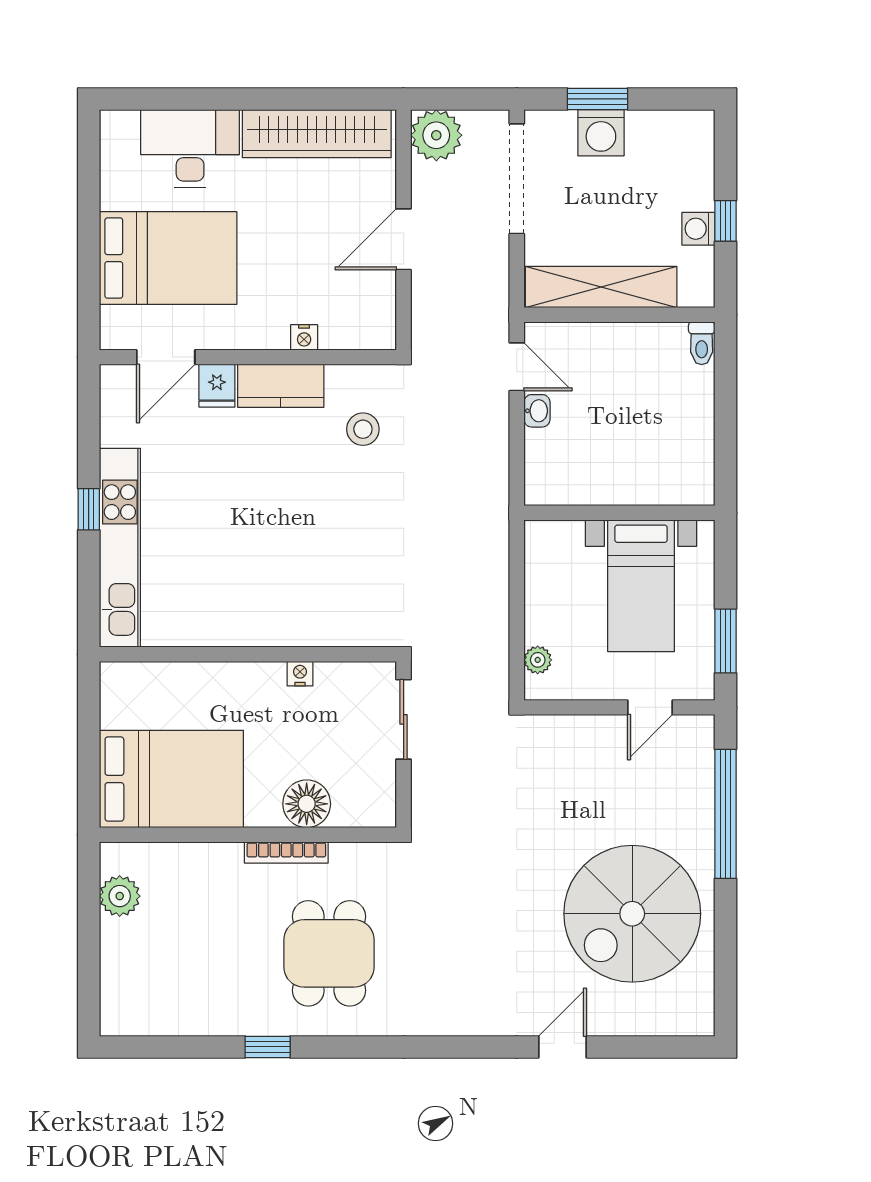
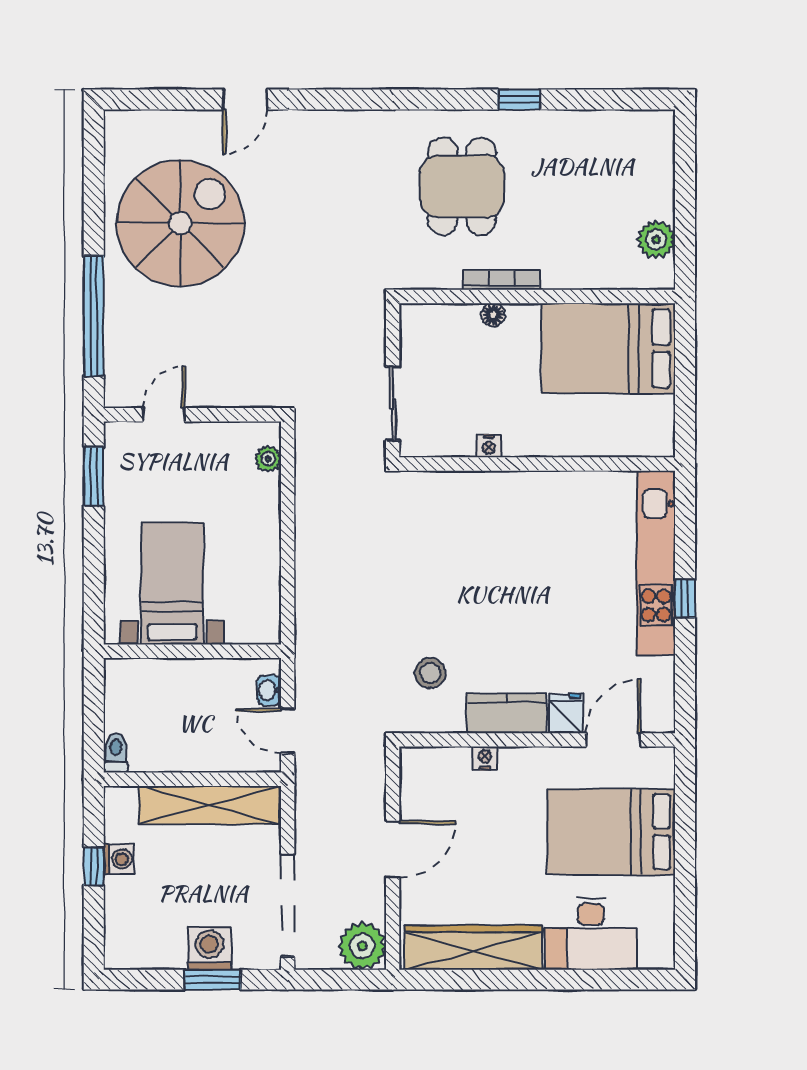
wall: (619, 513) -> (192, 651), moved
bed with nightstands: (641, 586) -> (172, 583), moved
floor lamp: (307, 804) -> (493, 315), width x0.53, depth x0.53

